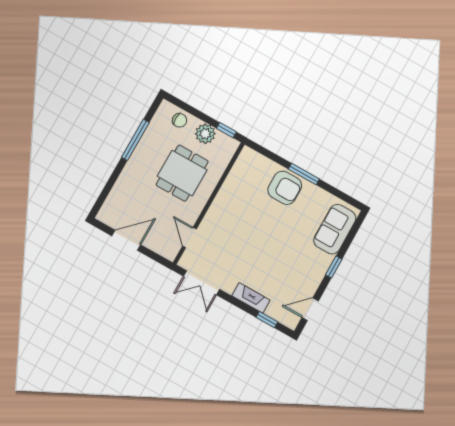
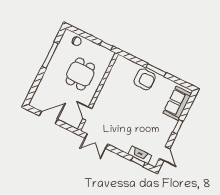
plant: (205, 134) -> (93, 49), removed
fireplace: (251, 298) -> (140, 155), moved
door: (310, 309) -> (165, 154), swing flipped

